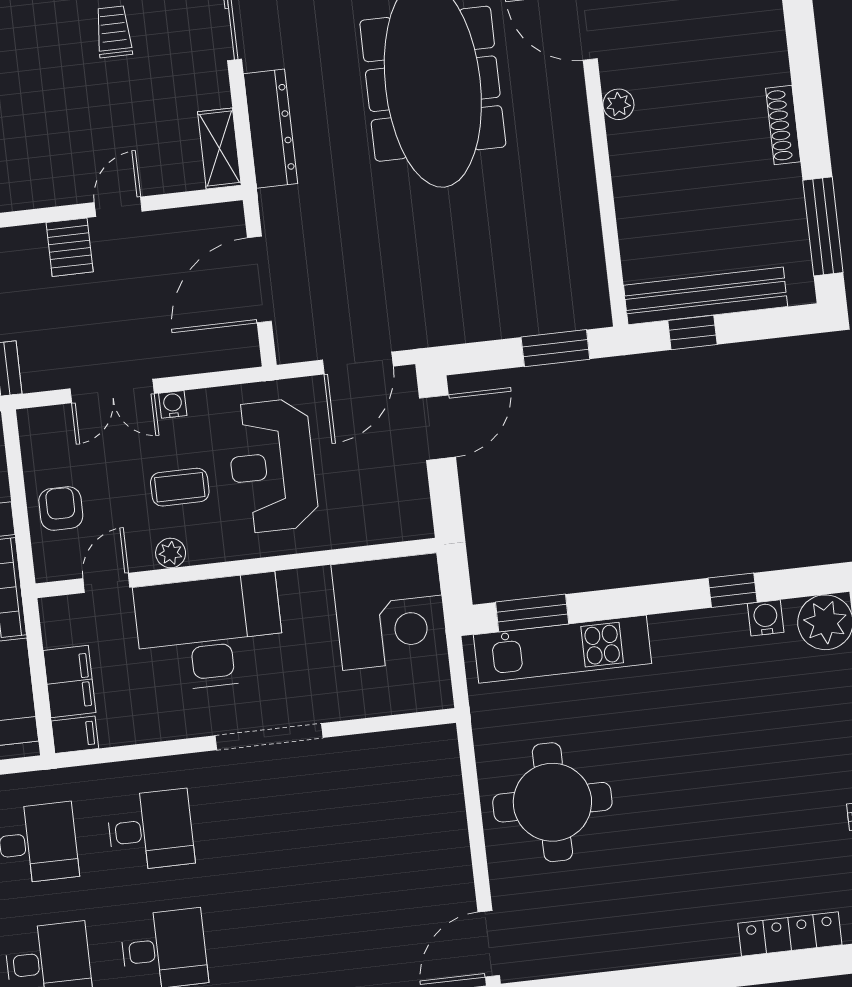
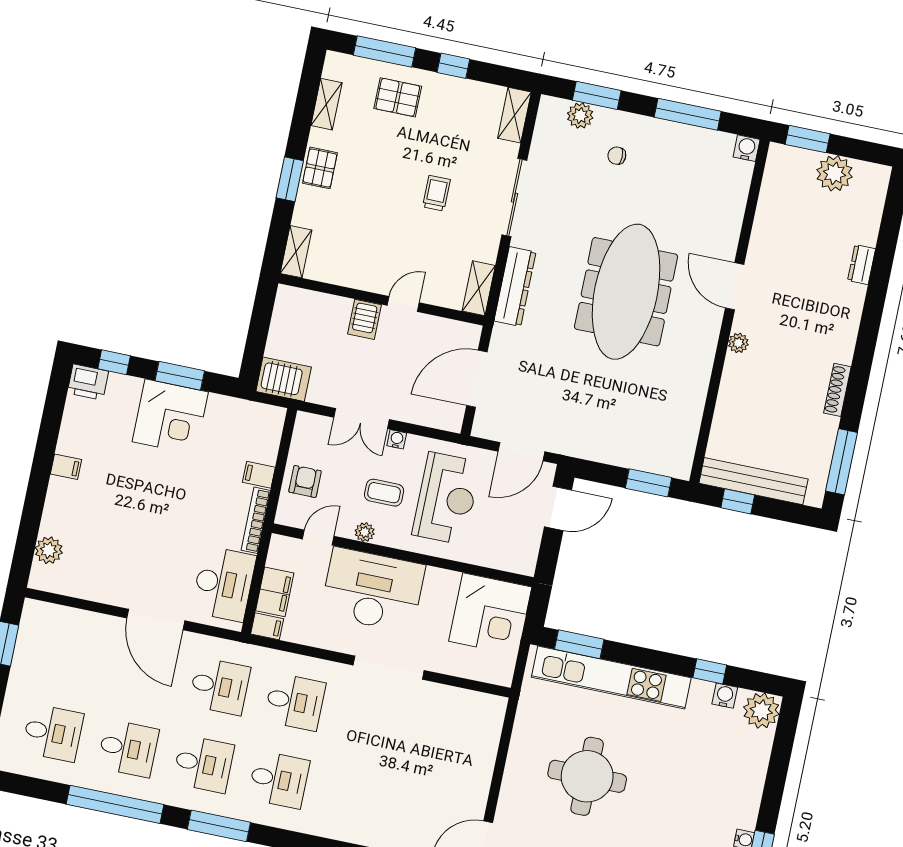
reception desk: (272, 466) -> (446, 498), turned 180
kitchen unit: (562, 649) -> (611, 678), width x1.36
round table: (552, 802) -> (587, 776), moved

